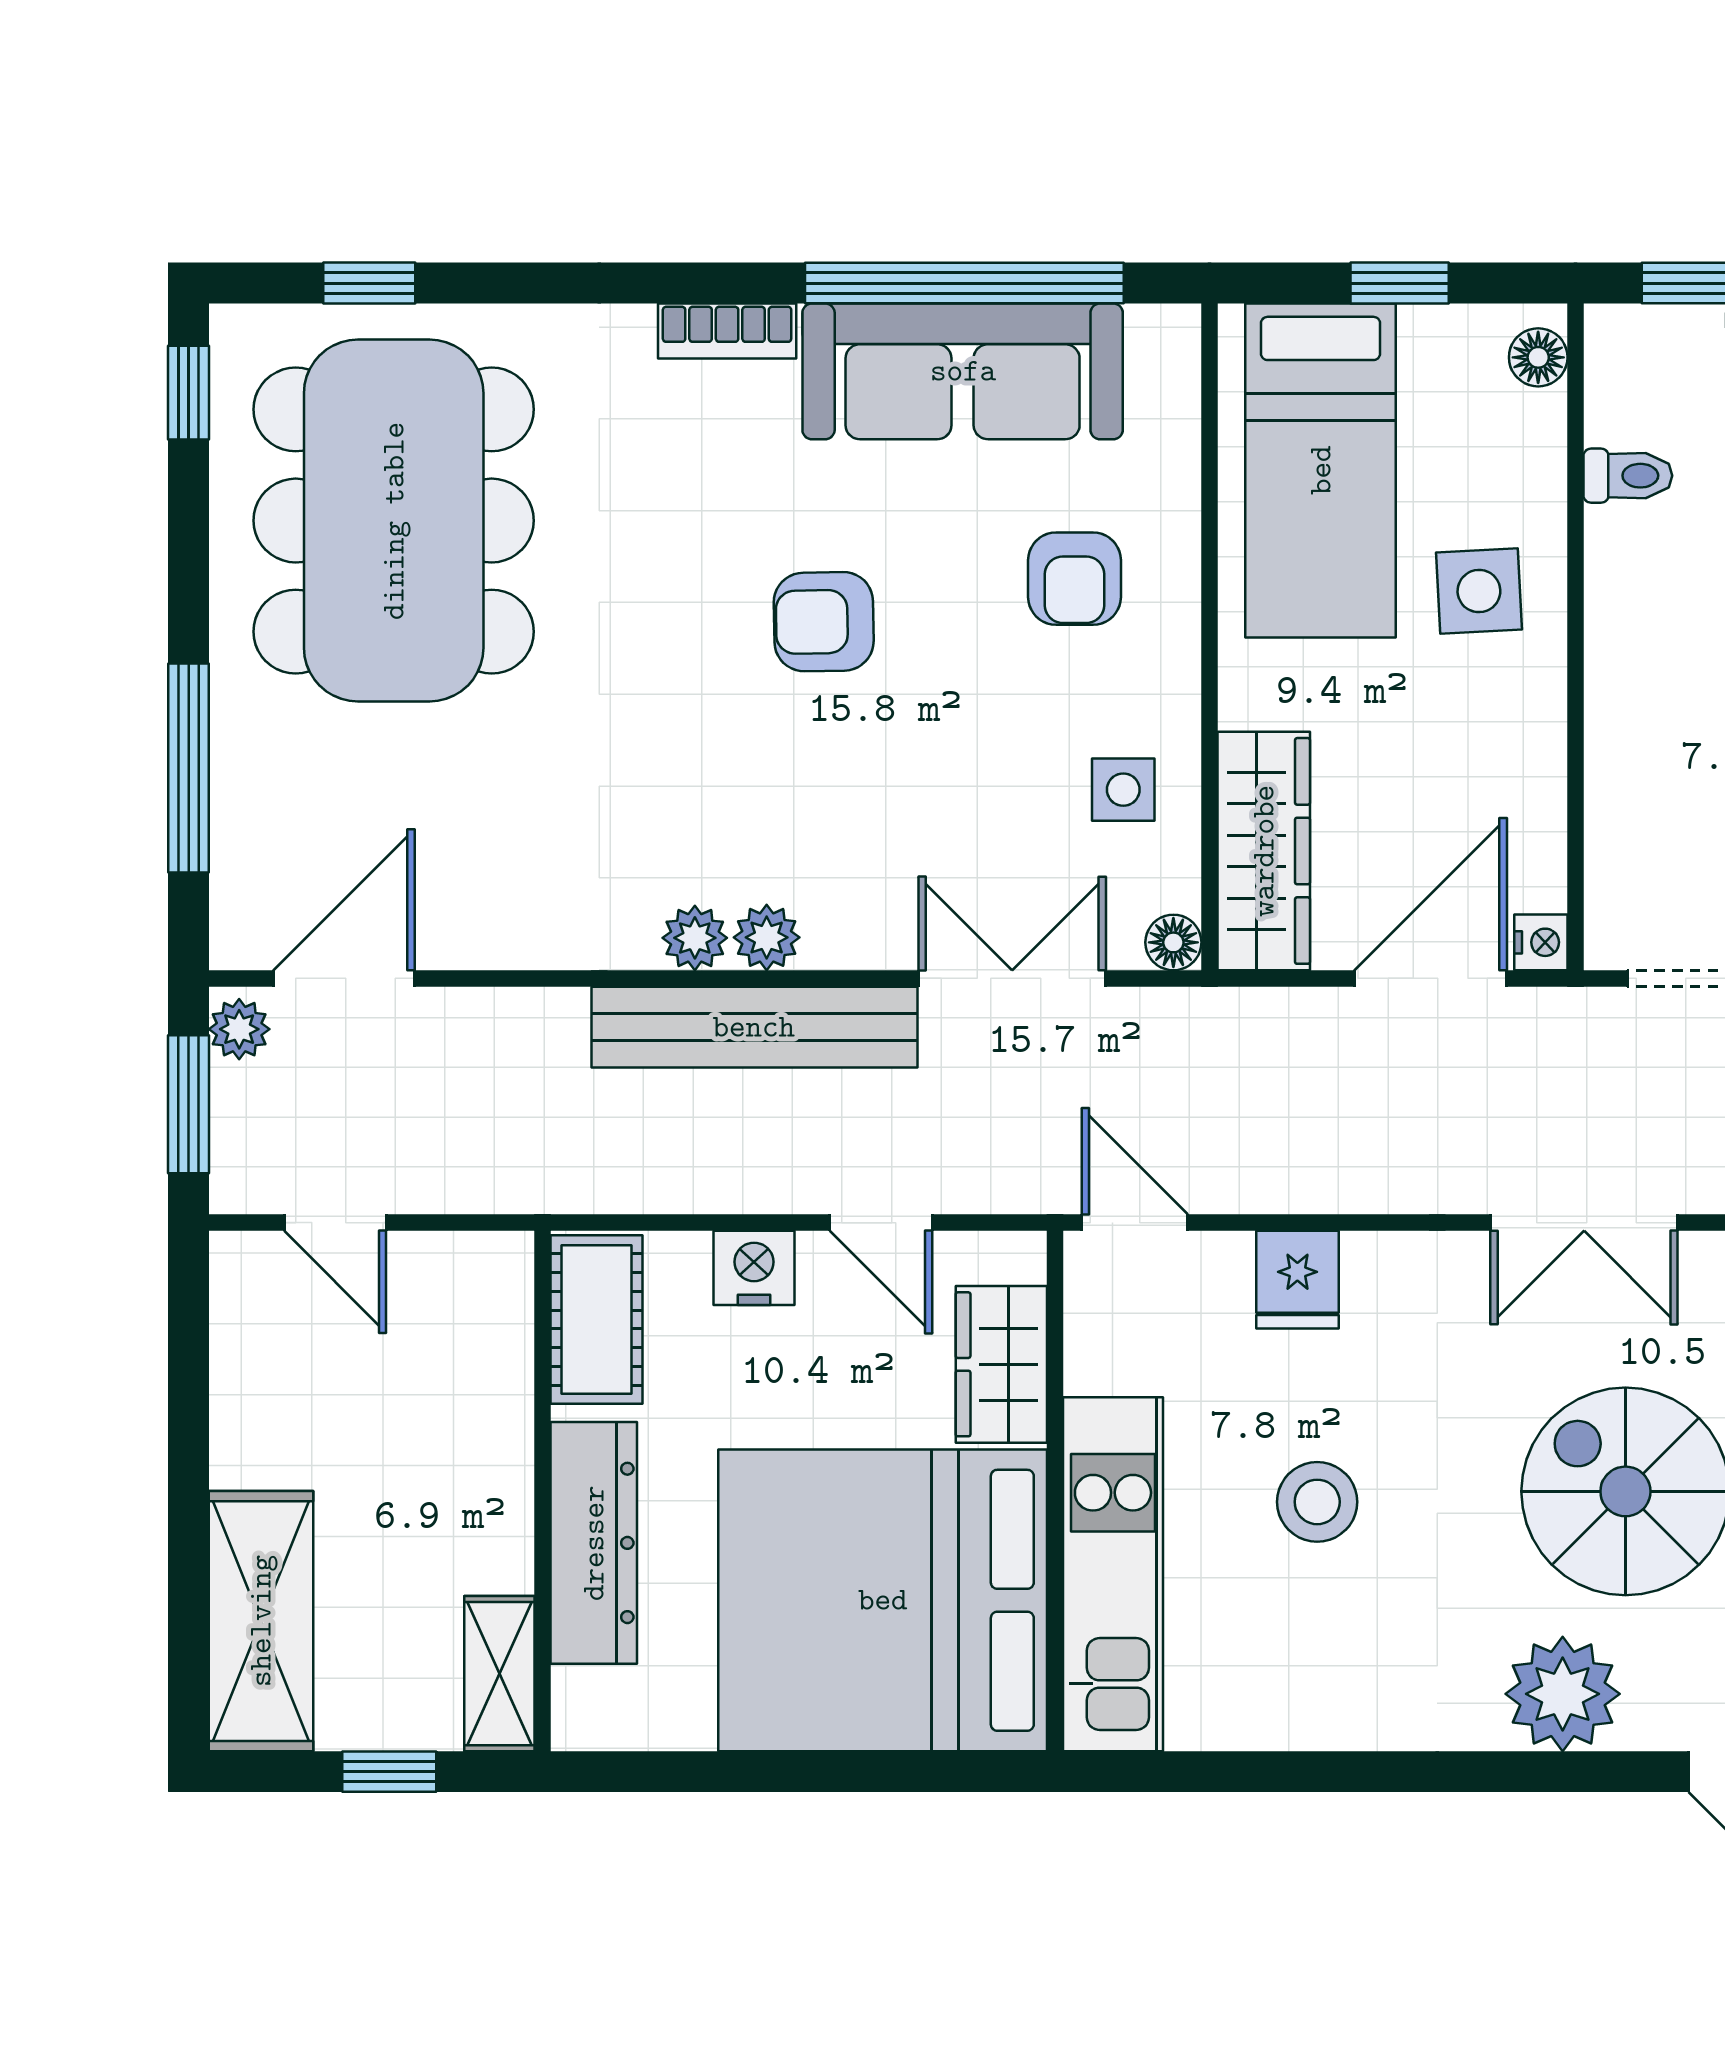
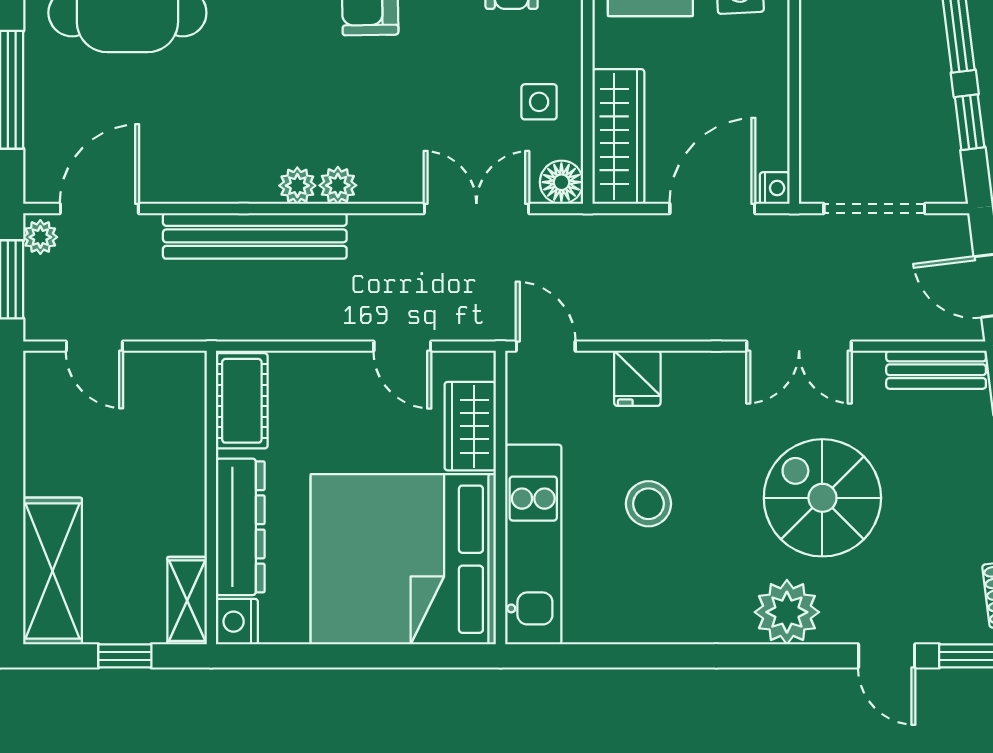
floor lamp: (1173, 942) -> (561, 182), width x1.37, depth x1.37
bench: (754, 1027) -> (255, 236), moved
nightstand: (754, 1268) -> (237, 622), moved, turned -90

